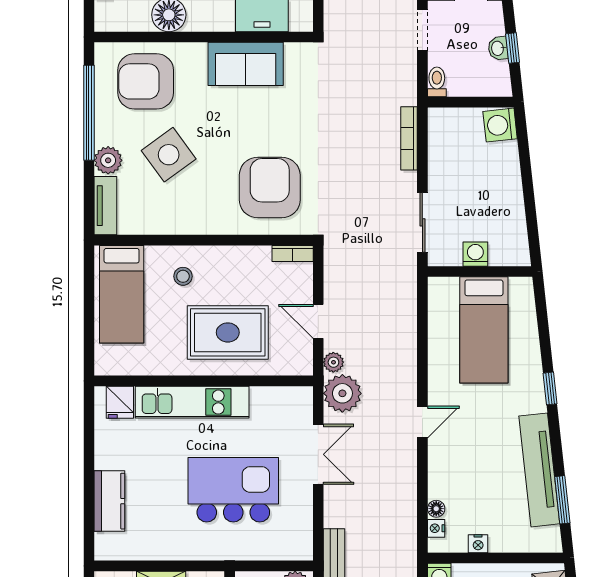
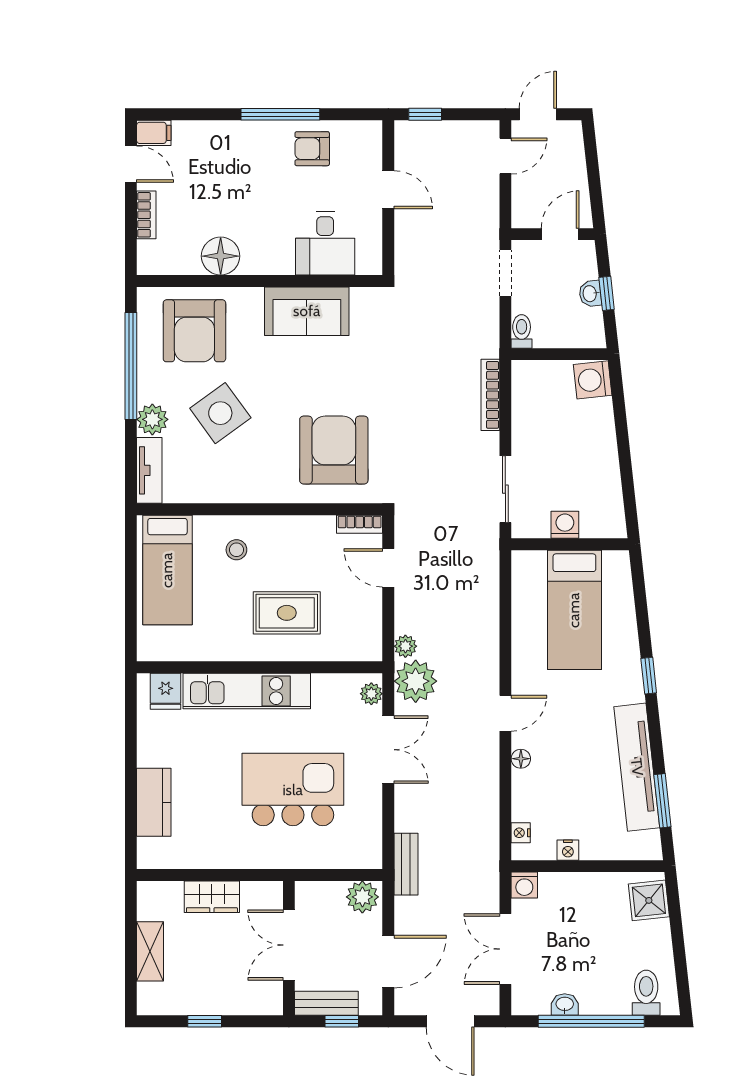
armchair: (146, 81) -> (194, 331), turned -90
door: (318, 321) -> (388, 568), moved
rug: (228, 332) -> (287, 613), width x0.73, depth x0.70
plant: (303, 405) -> (371, 694), added
floor lamp: (436, 509) -> (521, 759), moved

